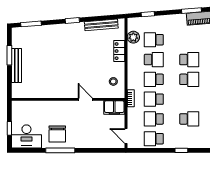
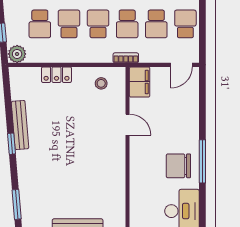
bench: (101, 25) -> (20, 125), moved
plant: (133, 37) -> (17, 54), moved
school desk: (154, 79) -> (98, 24), turned 180
door: (85, 99) -> (127, 125), swing flipped
chair: (57, 134) -> (178, 166), turned 180
school desk: (154, 139) -> (185, 24), turned 180

